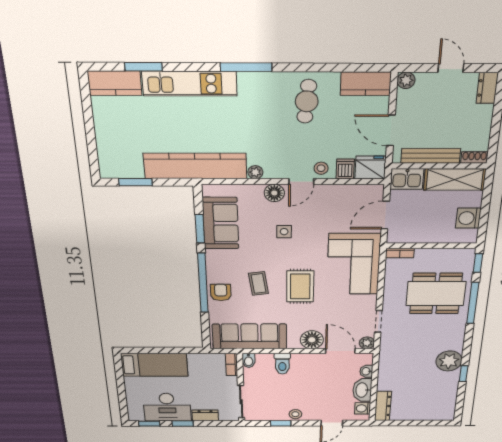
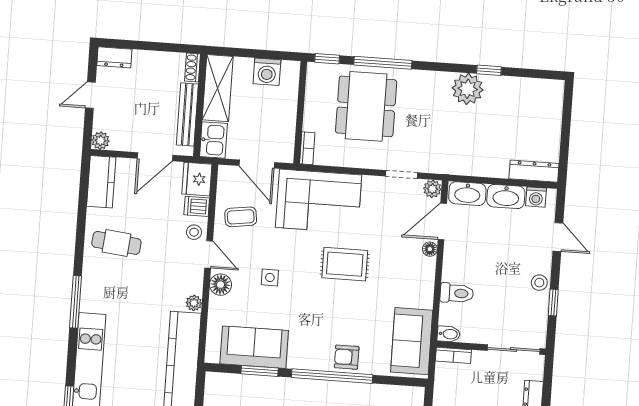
coffee table: (258, 283) -> (241, 217), moved
sofa: (250, 336) -> (412, 341), width x0.73
floor lamp: (312, 340) -> (430, 249), width x0.53, depth x0.53
washbasin: (366, 371) -> (467, 194), width x1.91, depth x1.45

